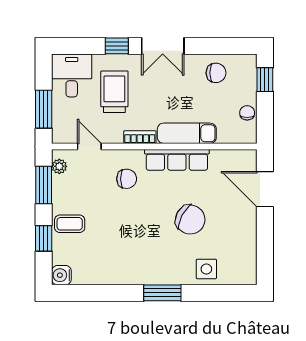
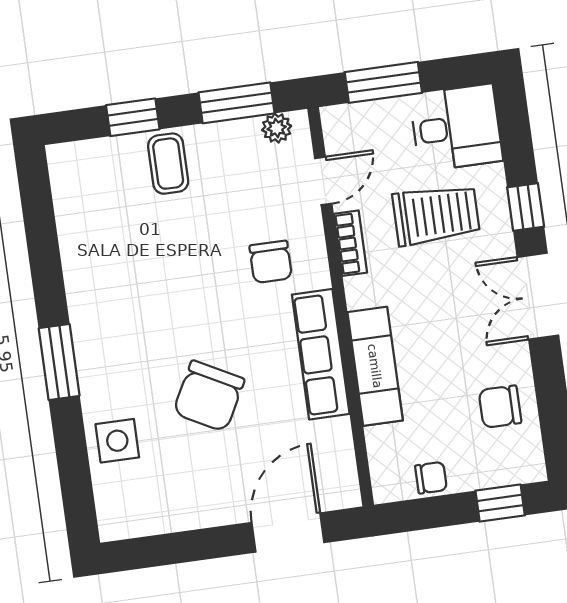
chair: (216, 73) -> (500, 407), turned 90
bookcase: (140, 137) -> (350, 243), moved
water cooler: (61, 275) -> (66, 161), removed

